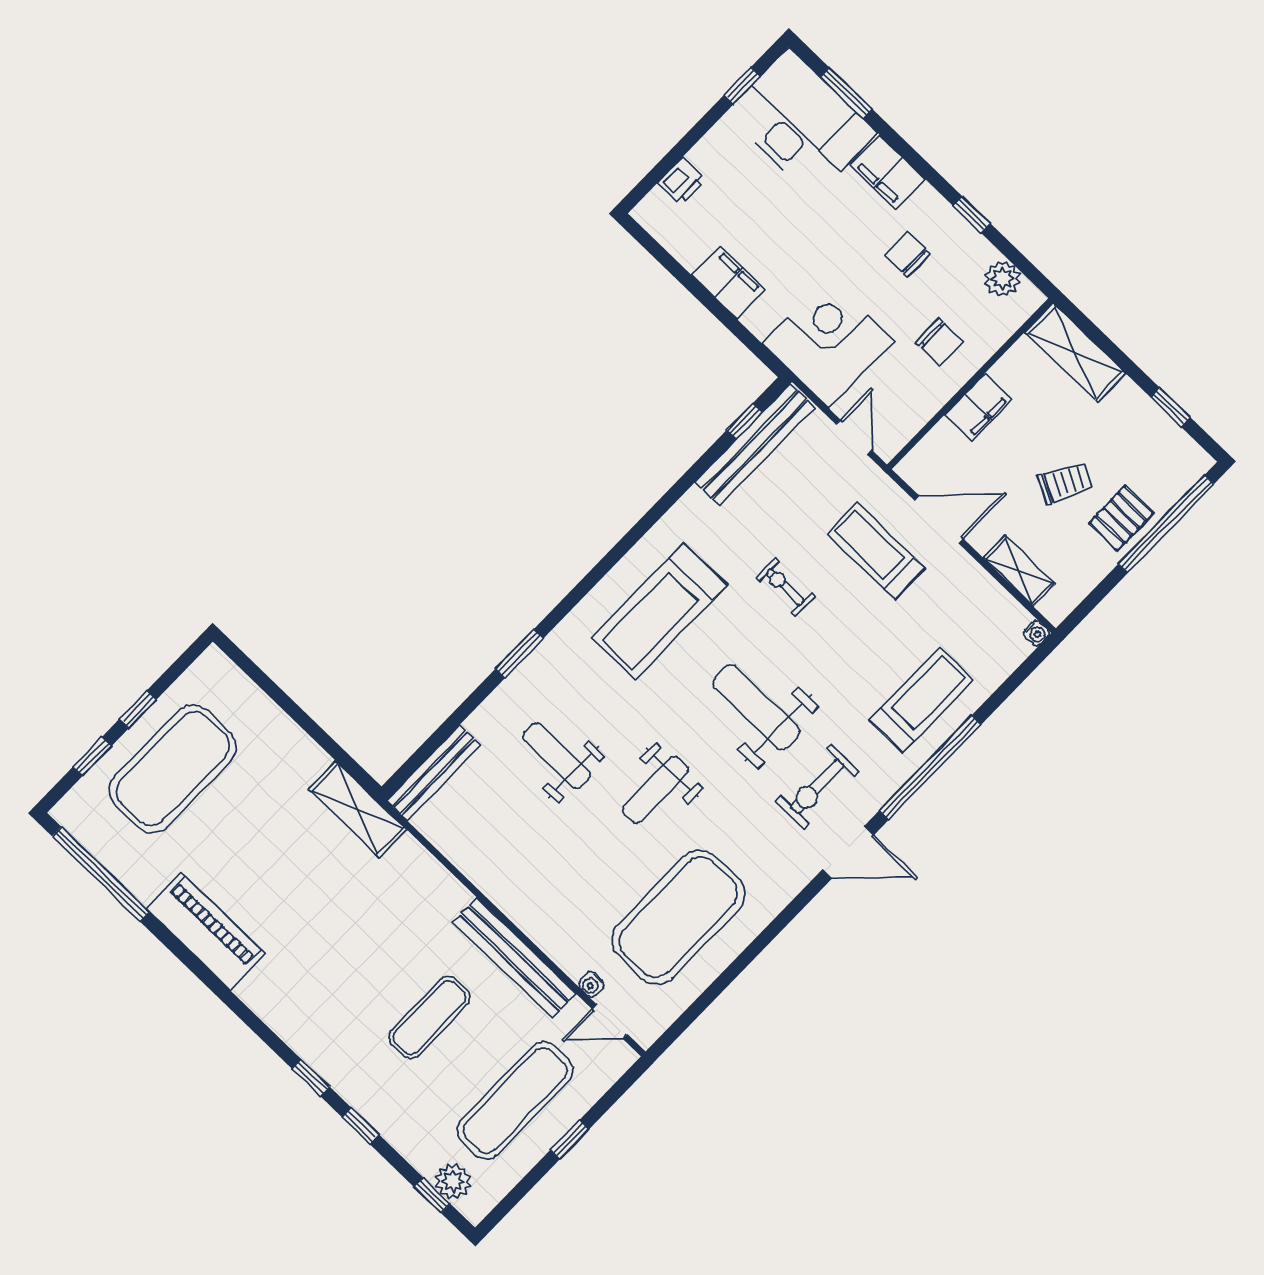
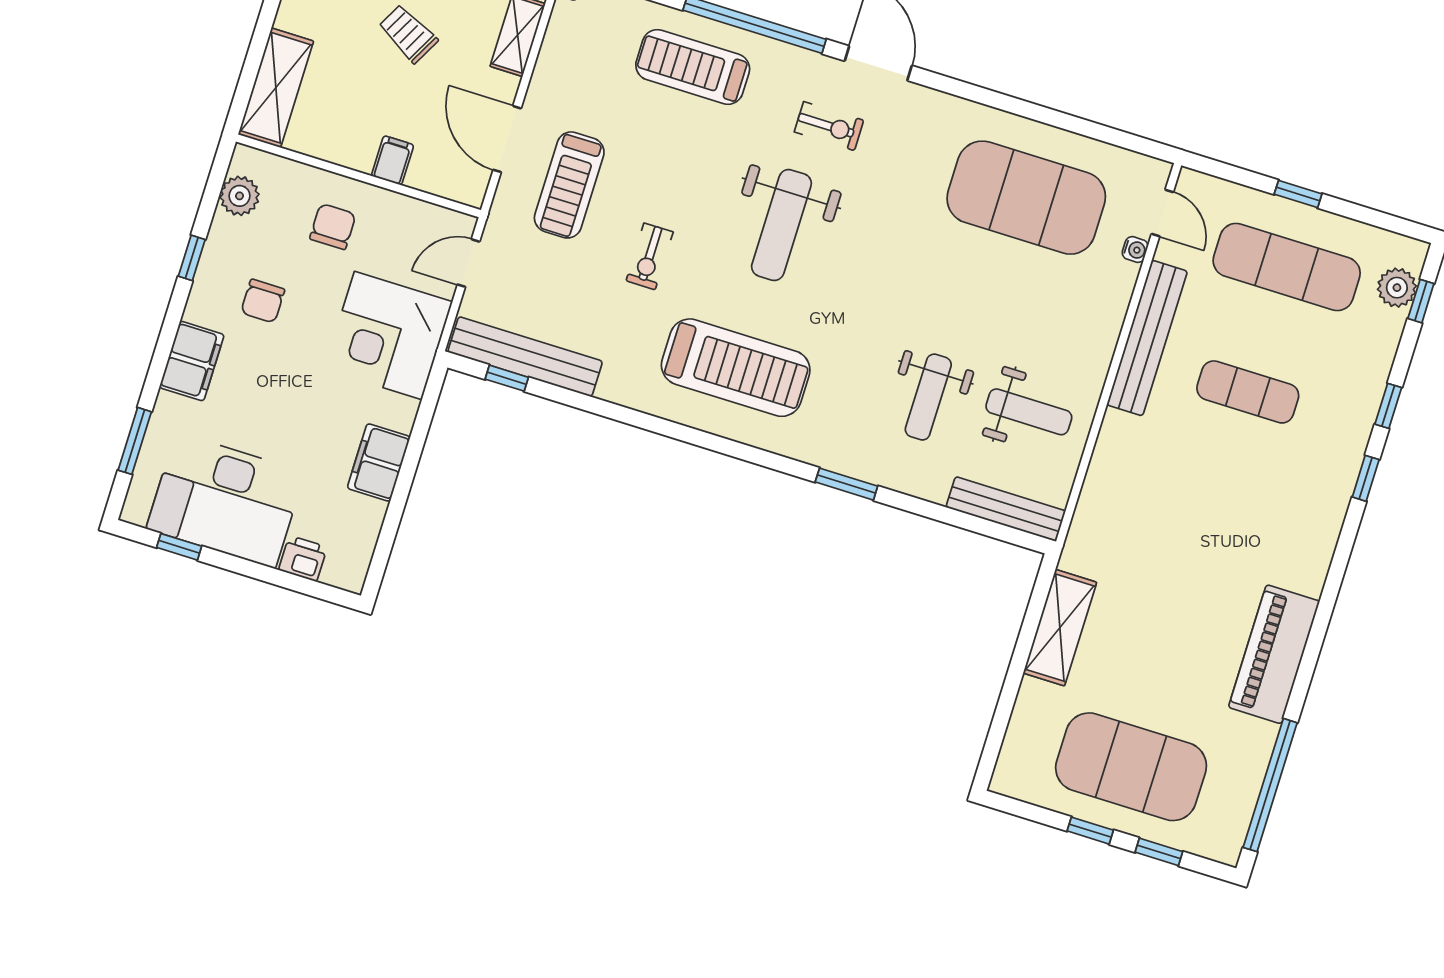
desk: (801, 123) -> (226, 500), moved, turned -90
filing cabinet: (979, 407) -> (393, 160), width x0.50
exercise bike: (817, 786) -> (829, 126), width x0.73, depth x0.72
weight bench: (655, 790) -> (1029, 412), moved
shelving: (358, 809) -> (1060, 628), moved

